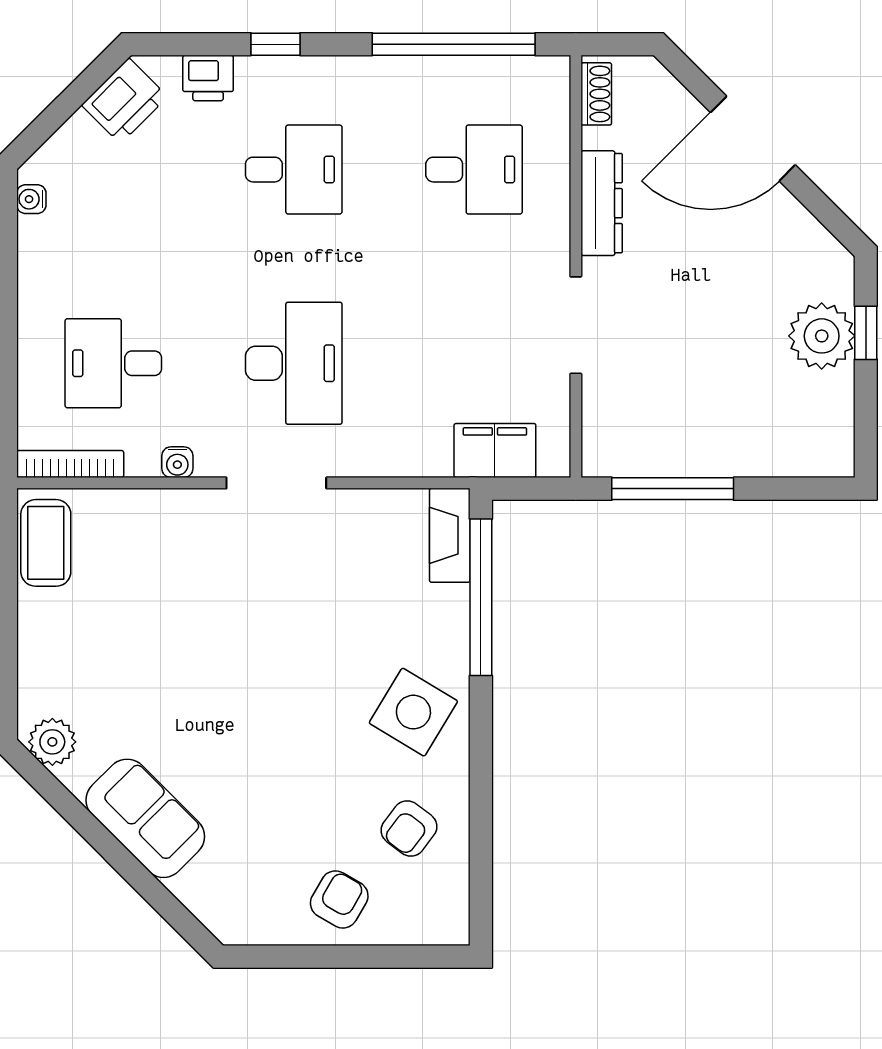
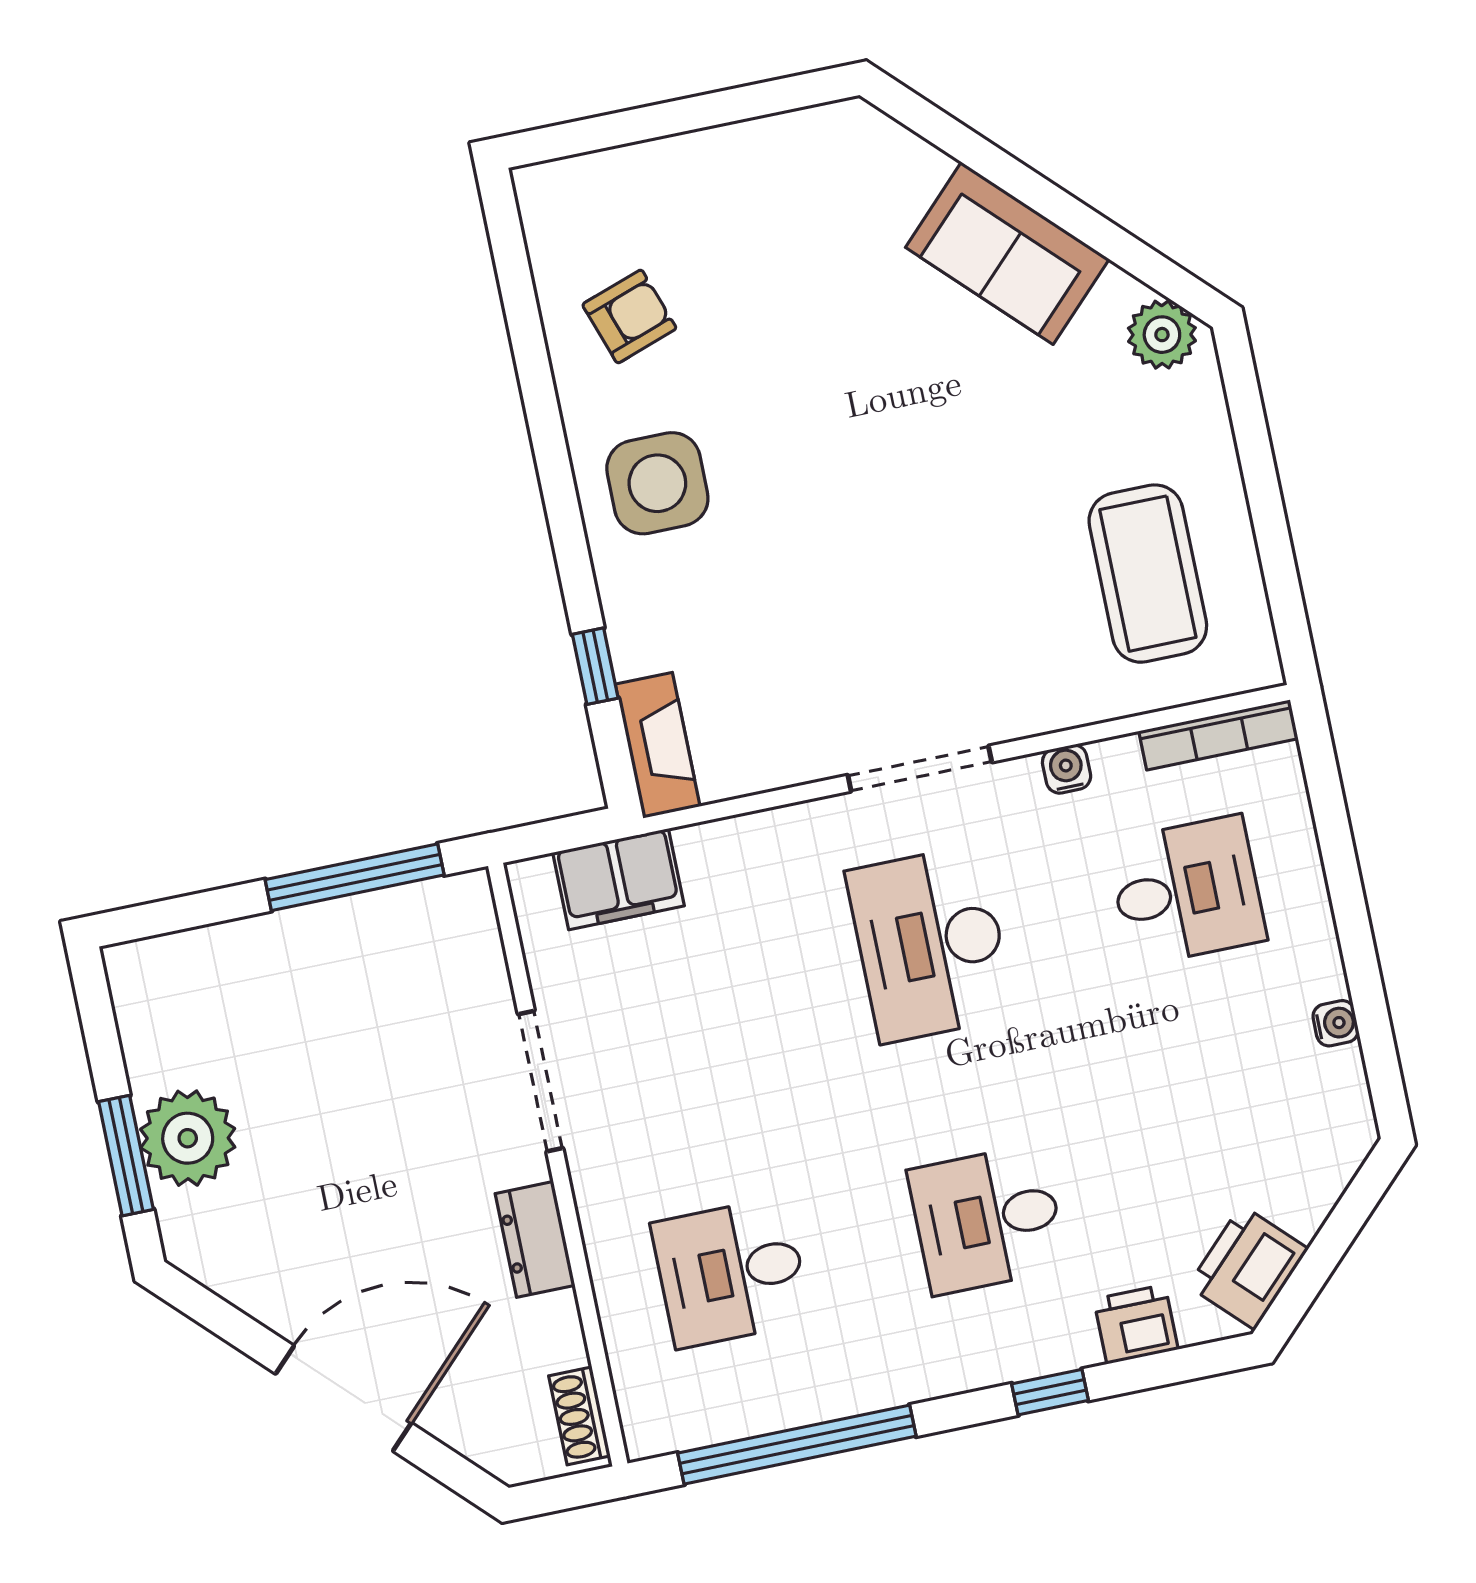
water cooler: (31, 199) -> (1336, 1023), moved
dresser: (602, 203) -> (535, 1239), width x0.70
window: (866, 333) -> (126, 1156), width x1.50
coffee table: (46, 543) -> (1148, 574), moved, width x1.36, depth x1.32
window: (481, 597) -> (595, 666), width x0.32
side table: (413, 712) -> (657, 483), turned -31
armchair: (409, 828) -> (629, 316), turned 34
armchair: (339, 899) -> (708, 195), removed

